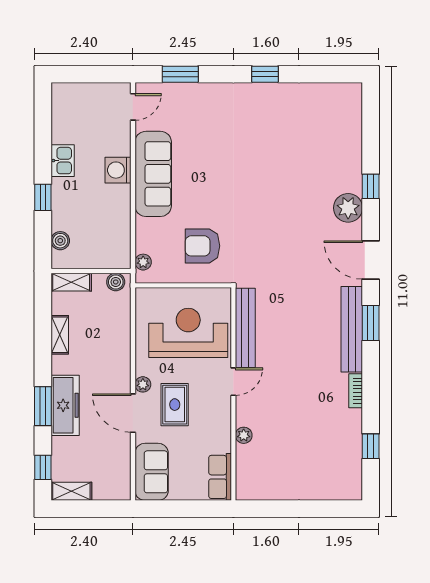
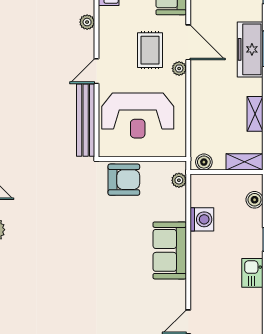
washing machine: (118, 170) -> (202, 219), moved
sofa: (153, 174) -> (170, 250), width x0.73
armchair: (202, 246) -> (124, 180), moved

